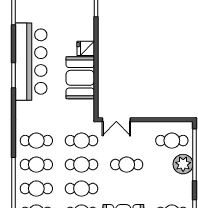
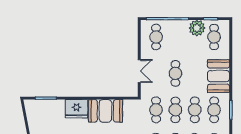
fridge: (86, 48) -> (76, 109), width x1.88, depth x1.34
double door: (116, 120) -> (139, 71), moved
plant: (183, 164) -> (197, 28), moved

